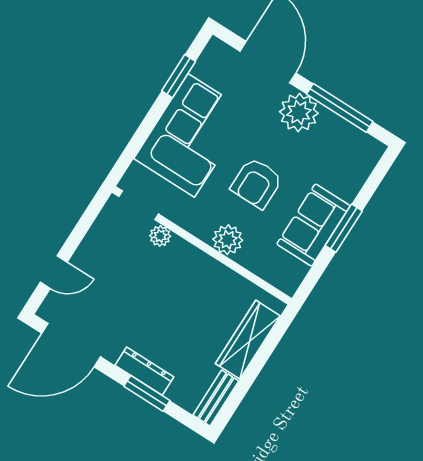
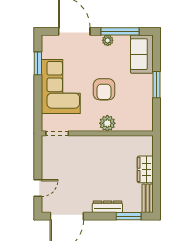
plant: (299, 112) -> (108, 40), width x0.53, depth x0.53
sofa: (313, 225) -> (142, 54), moved
plant: (160, 236) -> (76, 141), removed
wardrobe: (248, 340) -> (145, 169), width x0.67
window: (147, 393) -> (129, 216), moved

